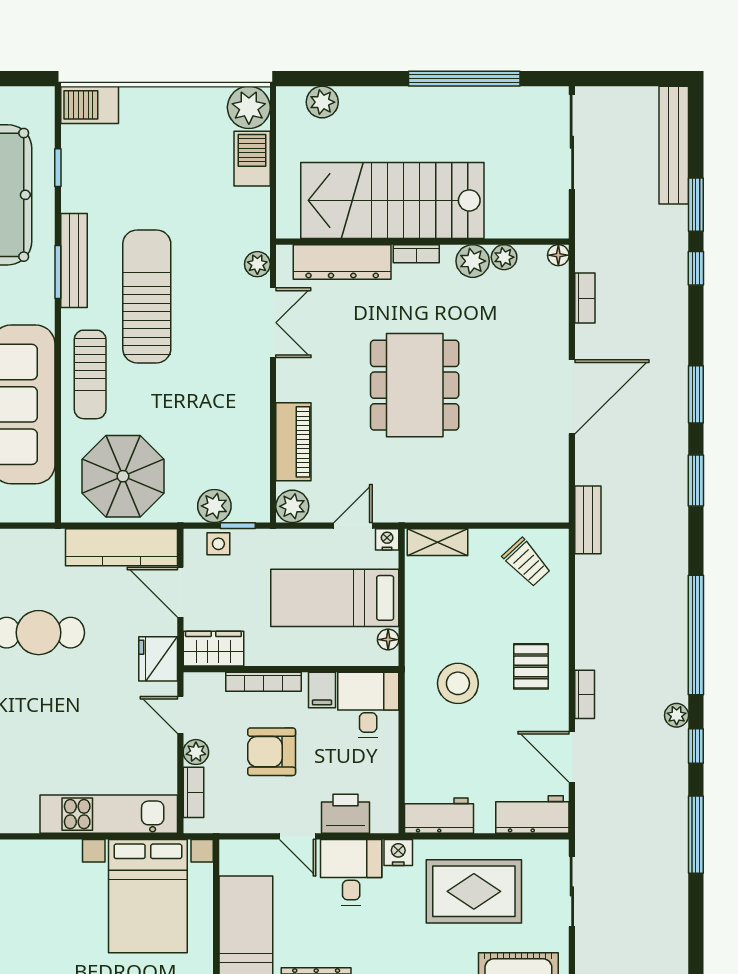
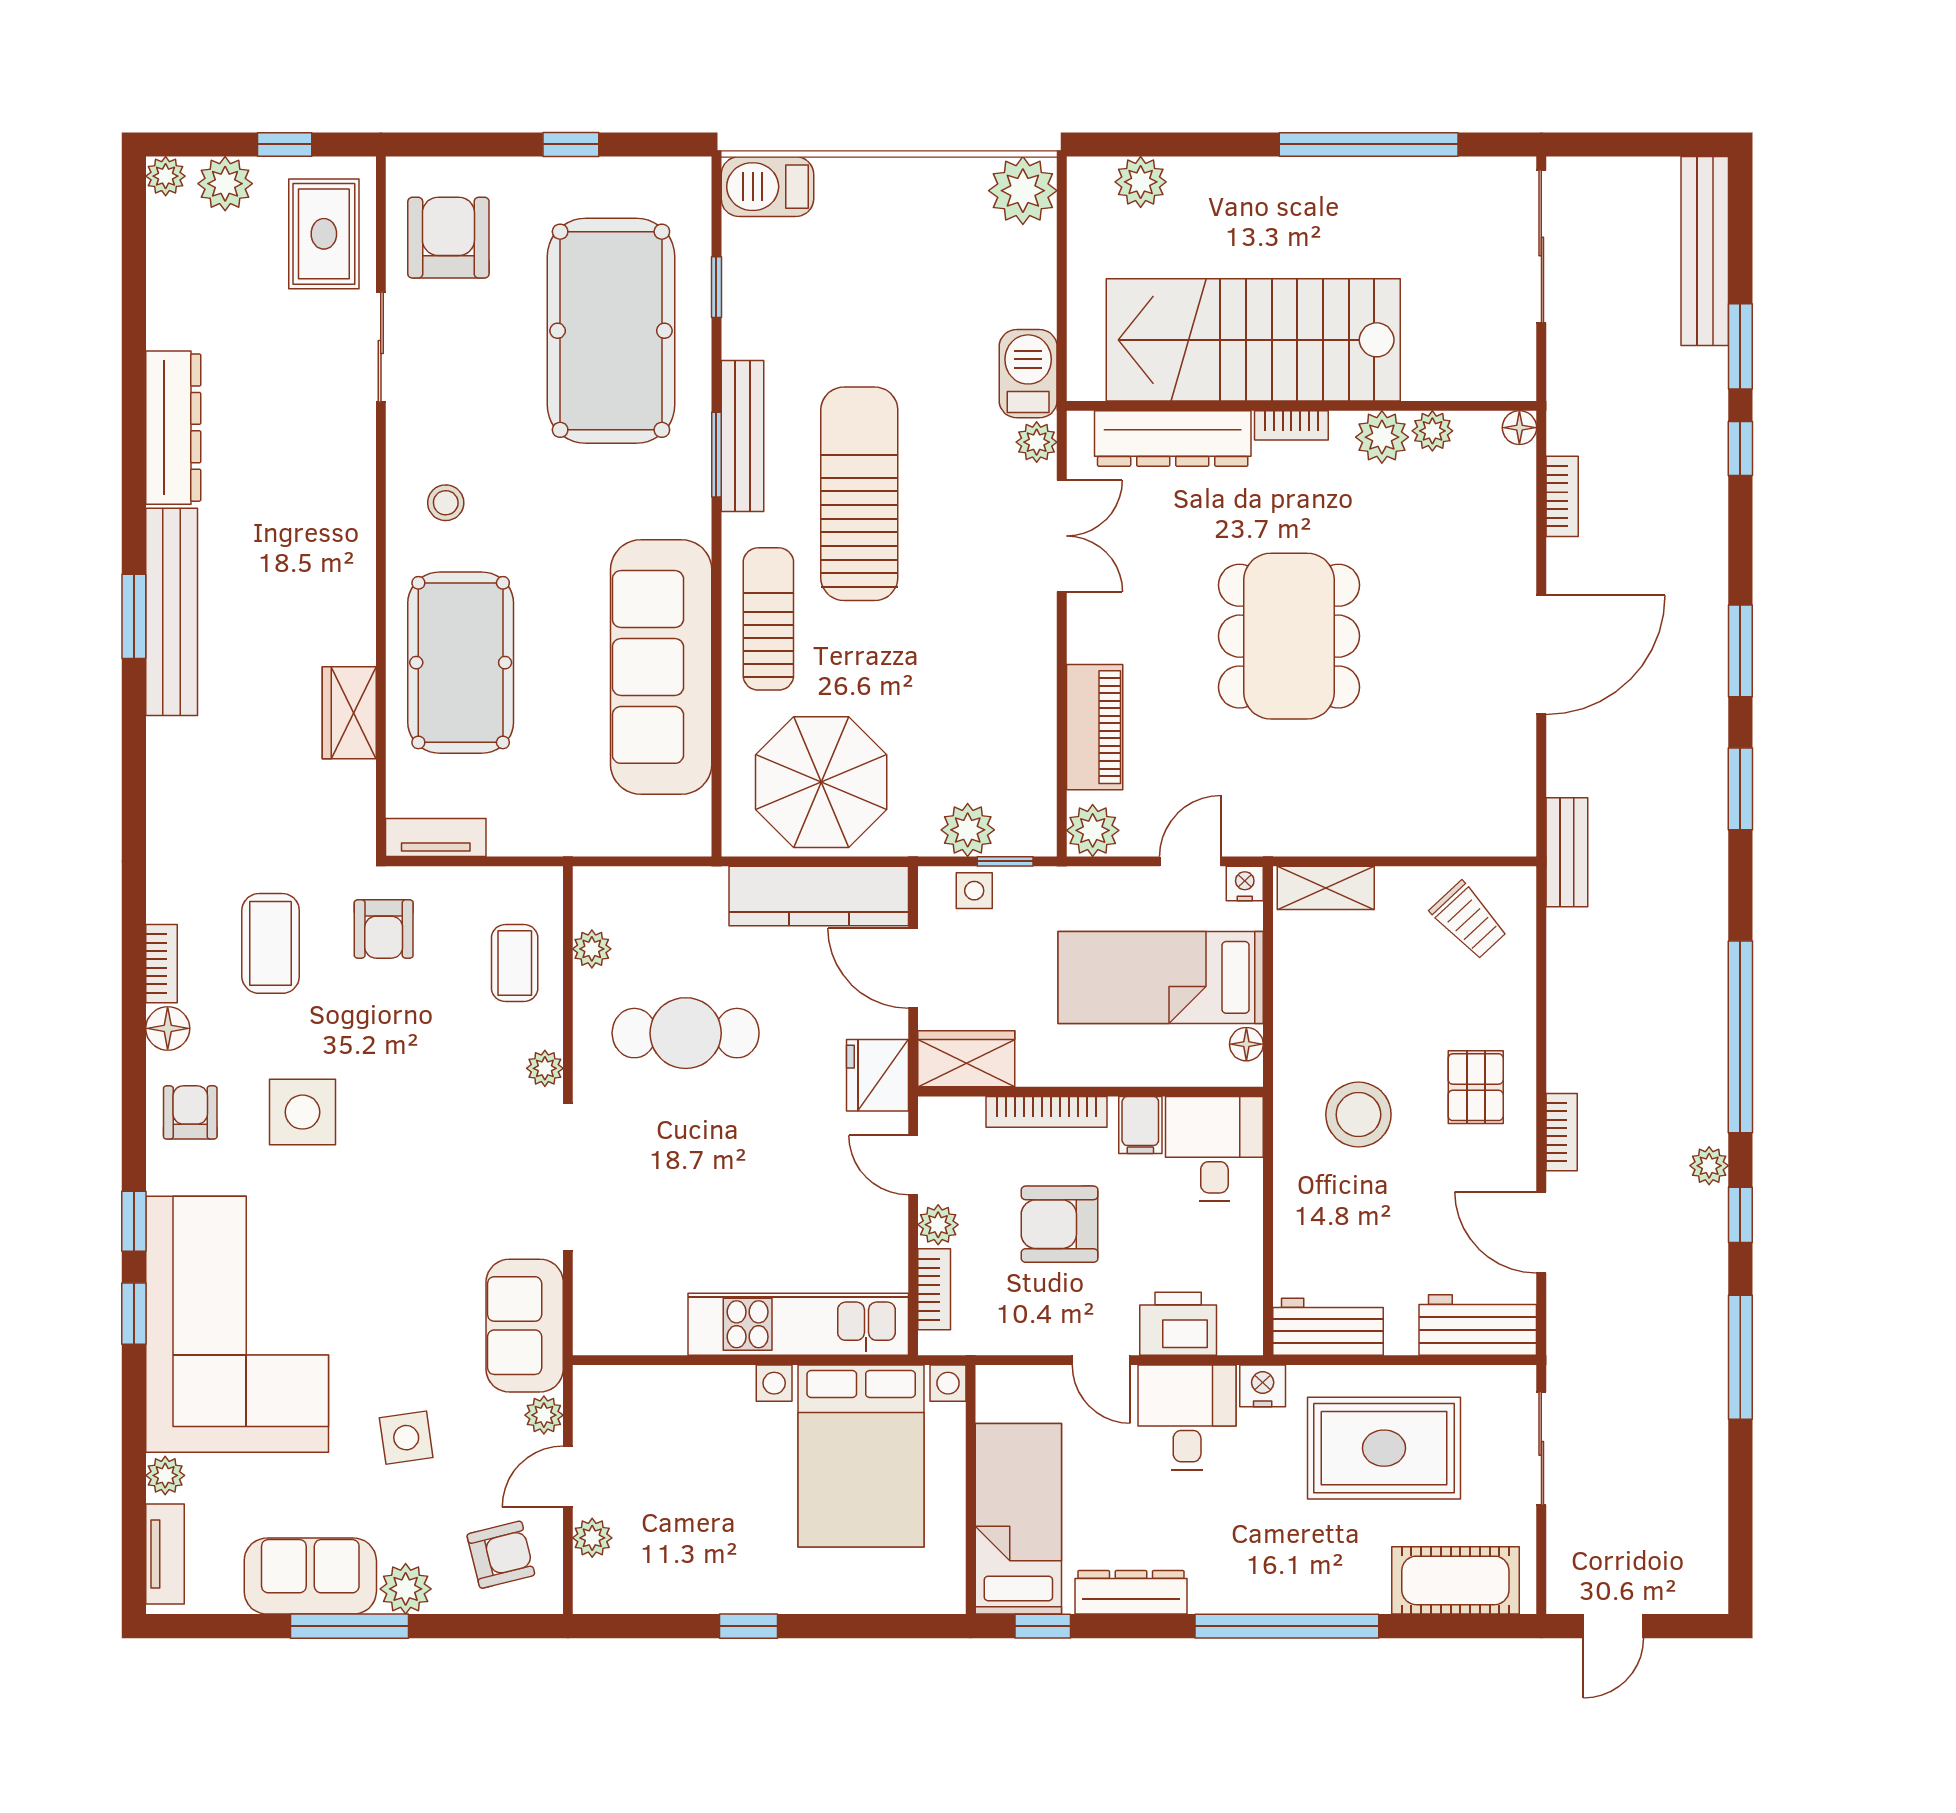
barbecue: (252, 159) -> (1028, 374), moved
sun lounger: (90, 374) -> (768, 619), turned 180

